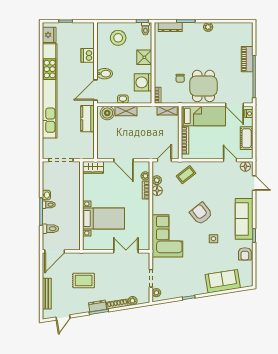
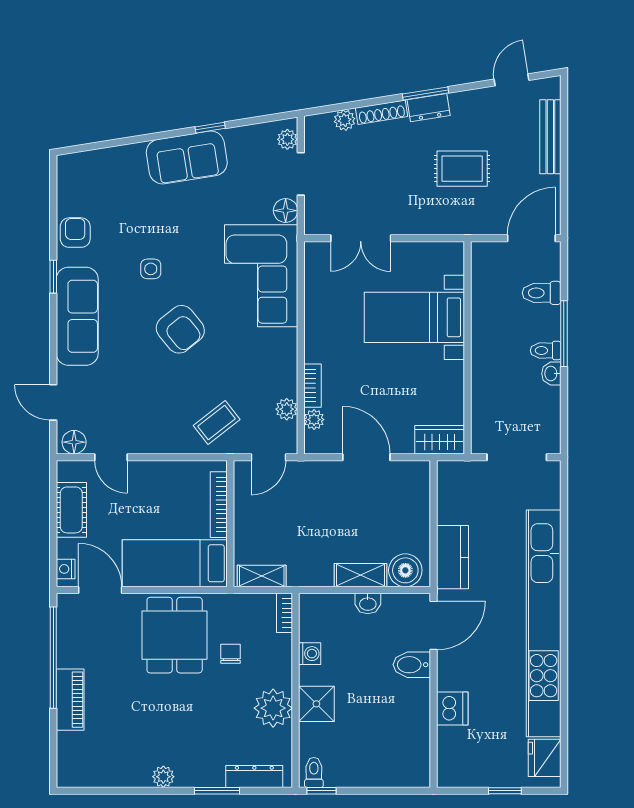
stool: (118, 38) -> (379, 751), removed
plant: (162, 56) -> (273, 708), added
washing machine: (143, 82) -> (310, 654), width x0.53, depth x0.53
floor lamp: (157, 191) -> (286, 211), moved
sofa: (223, 281) -> (187, 157), moved

